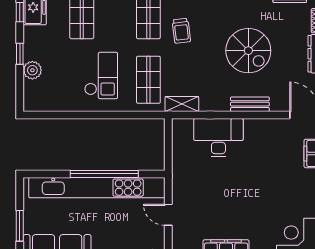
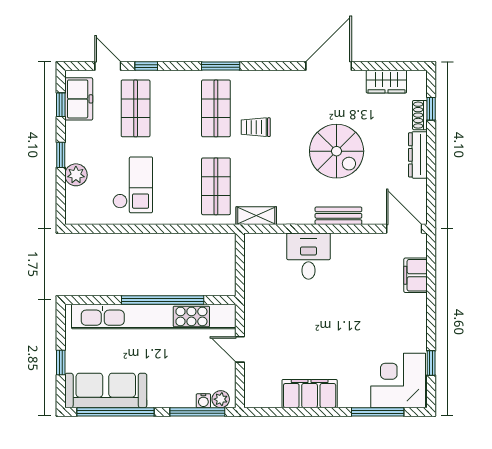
trolley: (181, 31) -> (256, 127), turned 97
checkout: (101, 76) -> (133, 185), moved
desk: (218, 138) -> (308, 256), width x0.73
window: (20, 226) -> (61, 362), width x0.67

